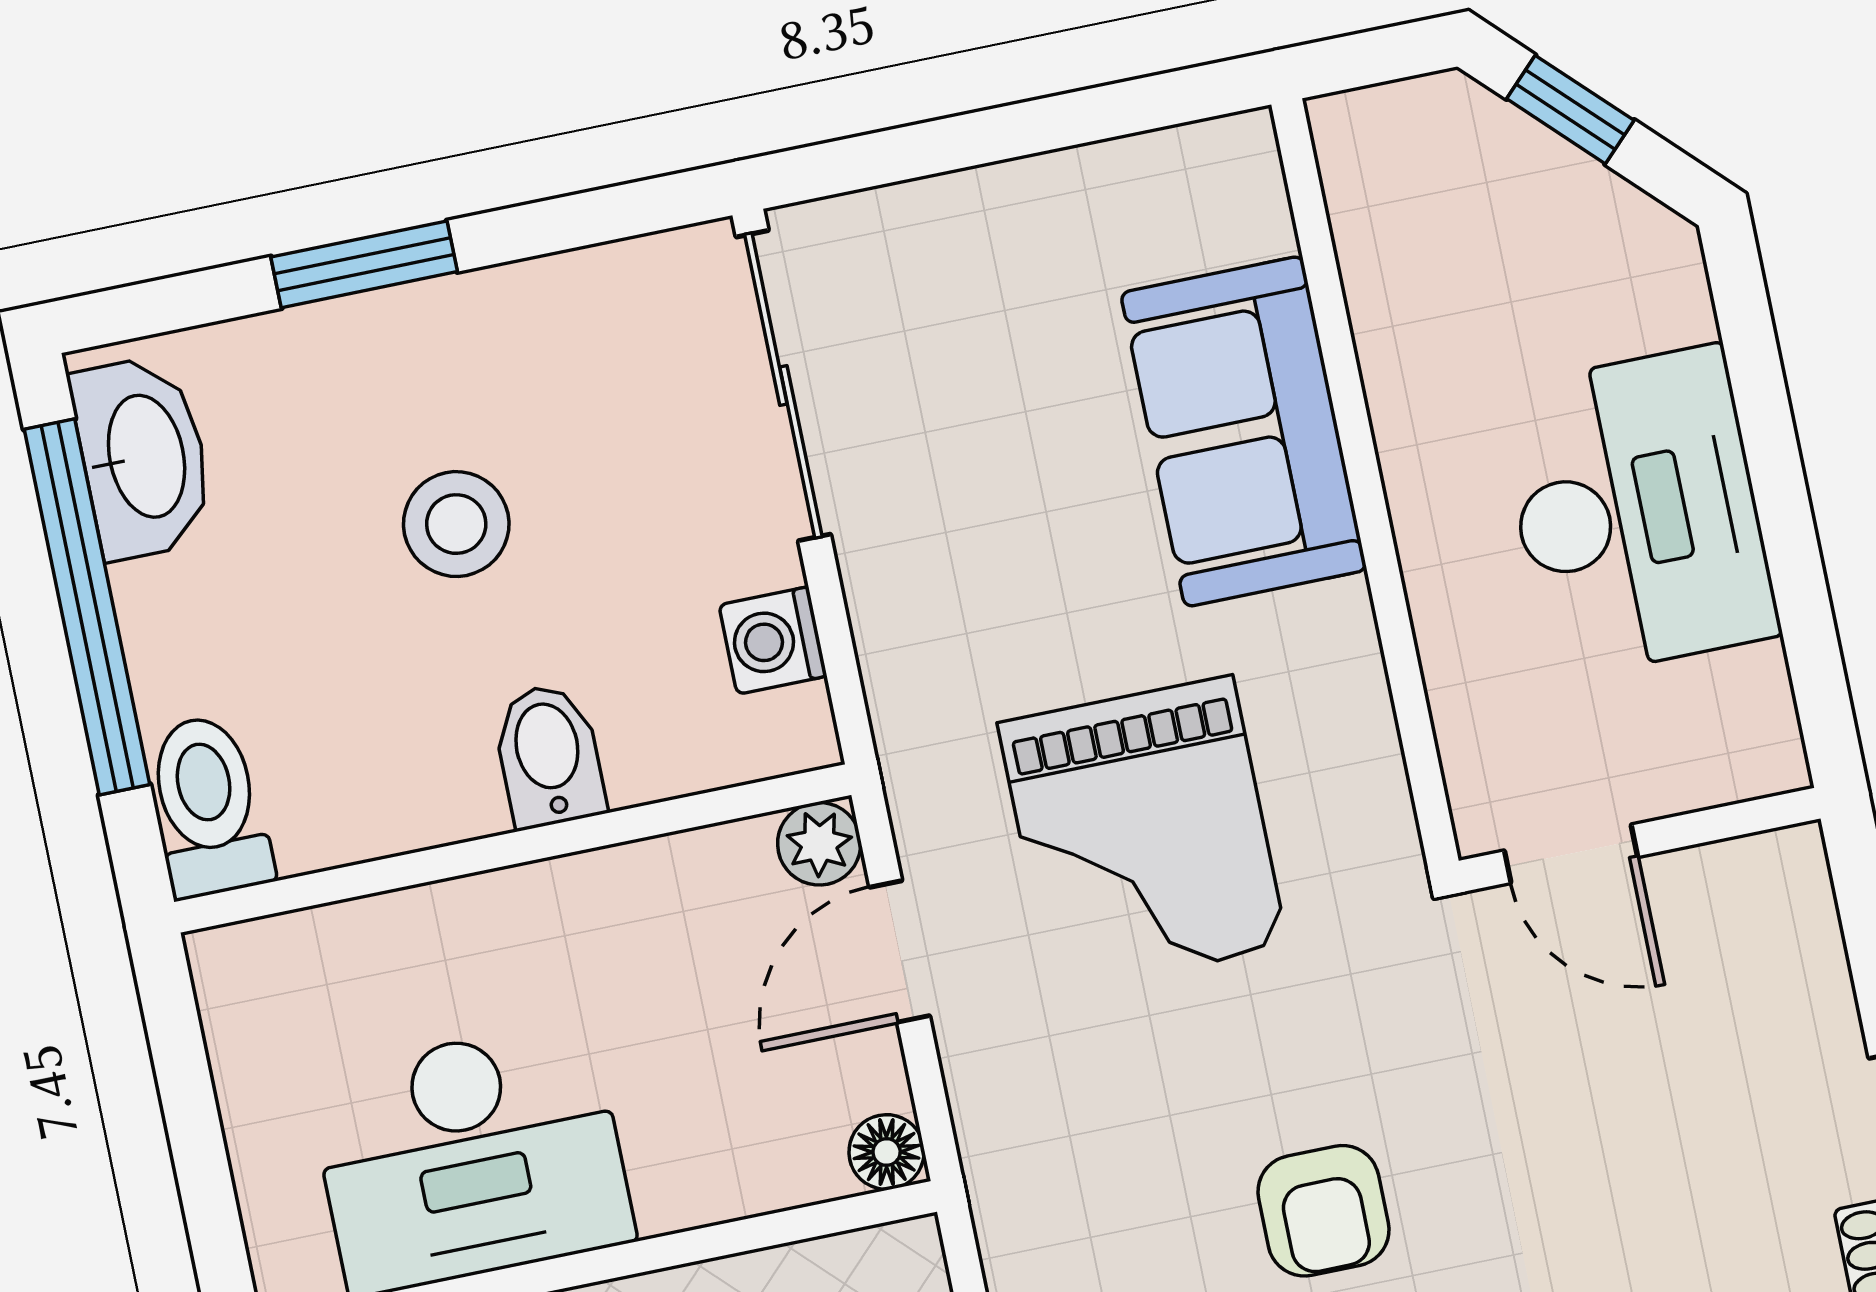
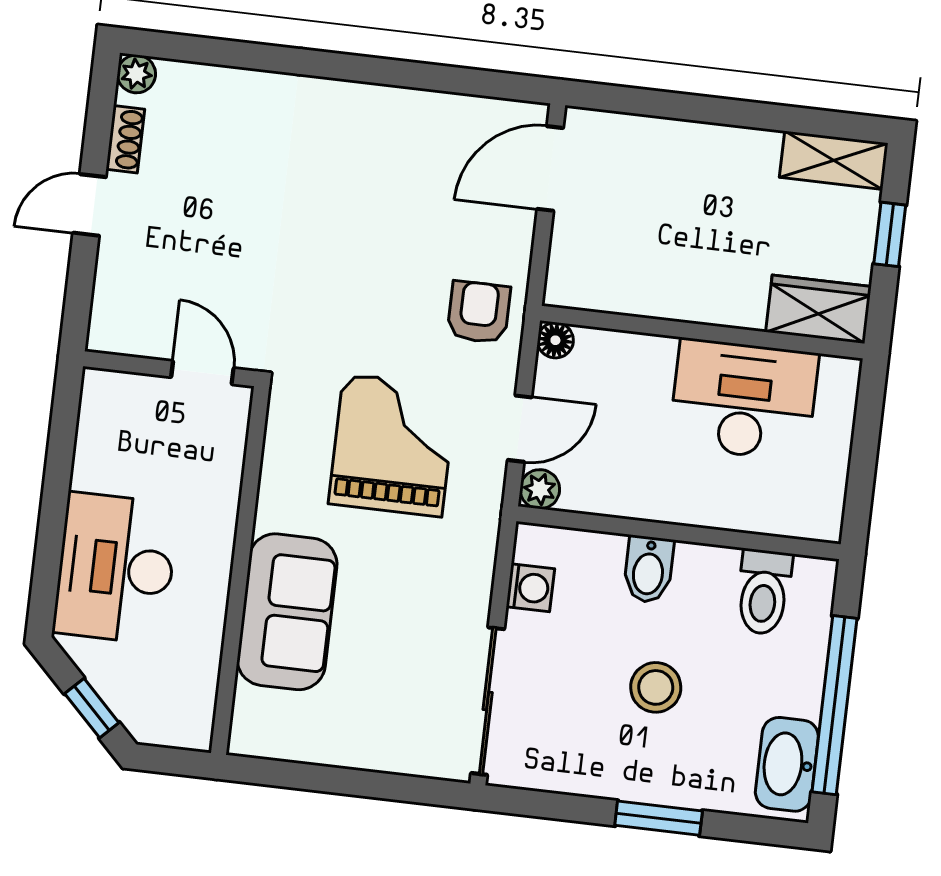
desk: (1637, 512) -> (116, 568), moved
toilet: (208, 806) -> (764, 592), moved
armchair: (1323, 1211) -> (479, 312), moved

